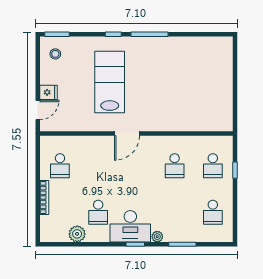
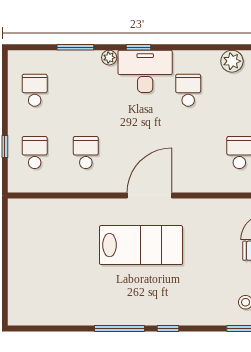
lab bench: (110, 82) -> (141, 245), moved, turned -90
door: (127, 134) -> (150, 196), width x1.36
plant: (77, 234) -> (232, 61), moved

